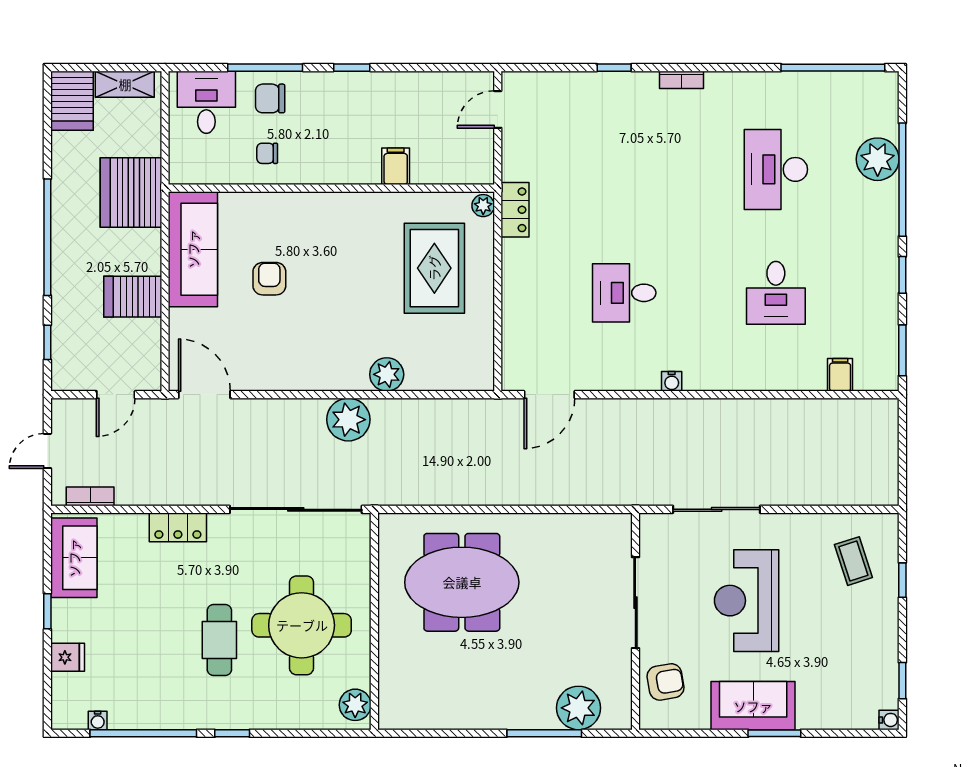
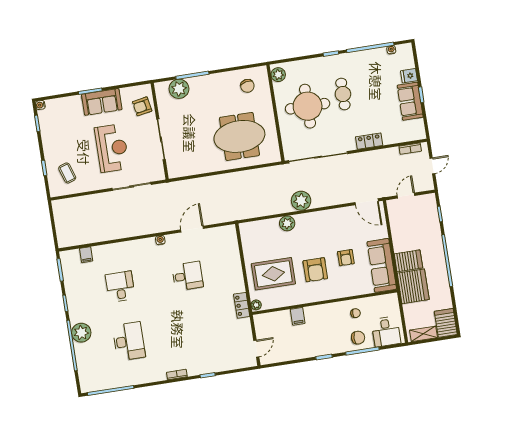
plant: (878, 159) -> (81, 333), moved
armchair: (341, 263) -> (315, 270), added
rug: (434, 268) -> (273, 274), turned 90
server rack: (133, 297) -> (408, 261), moved
door: (549, 395) -> (192, 229), moved
sofa: (74, 558) -> (410, 101), moved
chair: (427, 691) -> (247, 86), added

